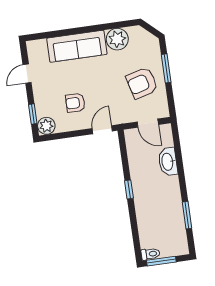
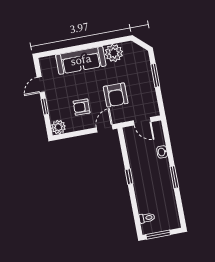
armchair: (142, 83) -> (116, 95), moved, turned -75
window: (33, 114) -> (45, 107), moved
washbasin: (168, 162) -> (162, 152), width x0.52, depth x0.69
window: (187, 215) -> (174, 177), moved
toilet: (150, 254) -> (147, 218), moved

